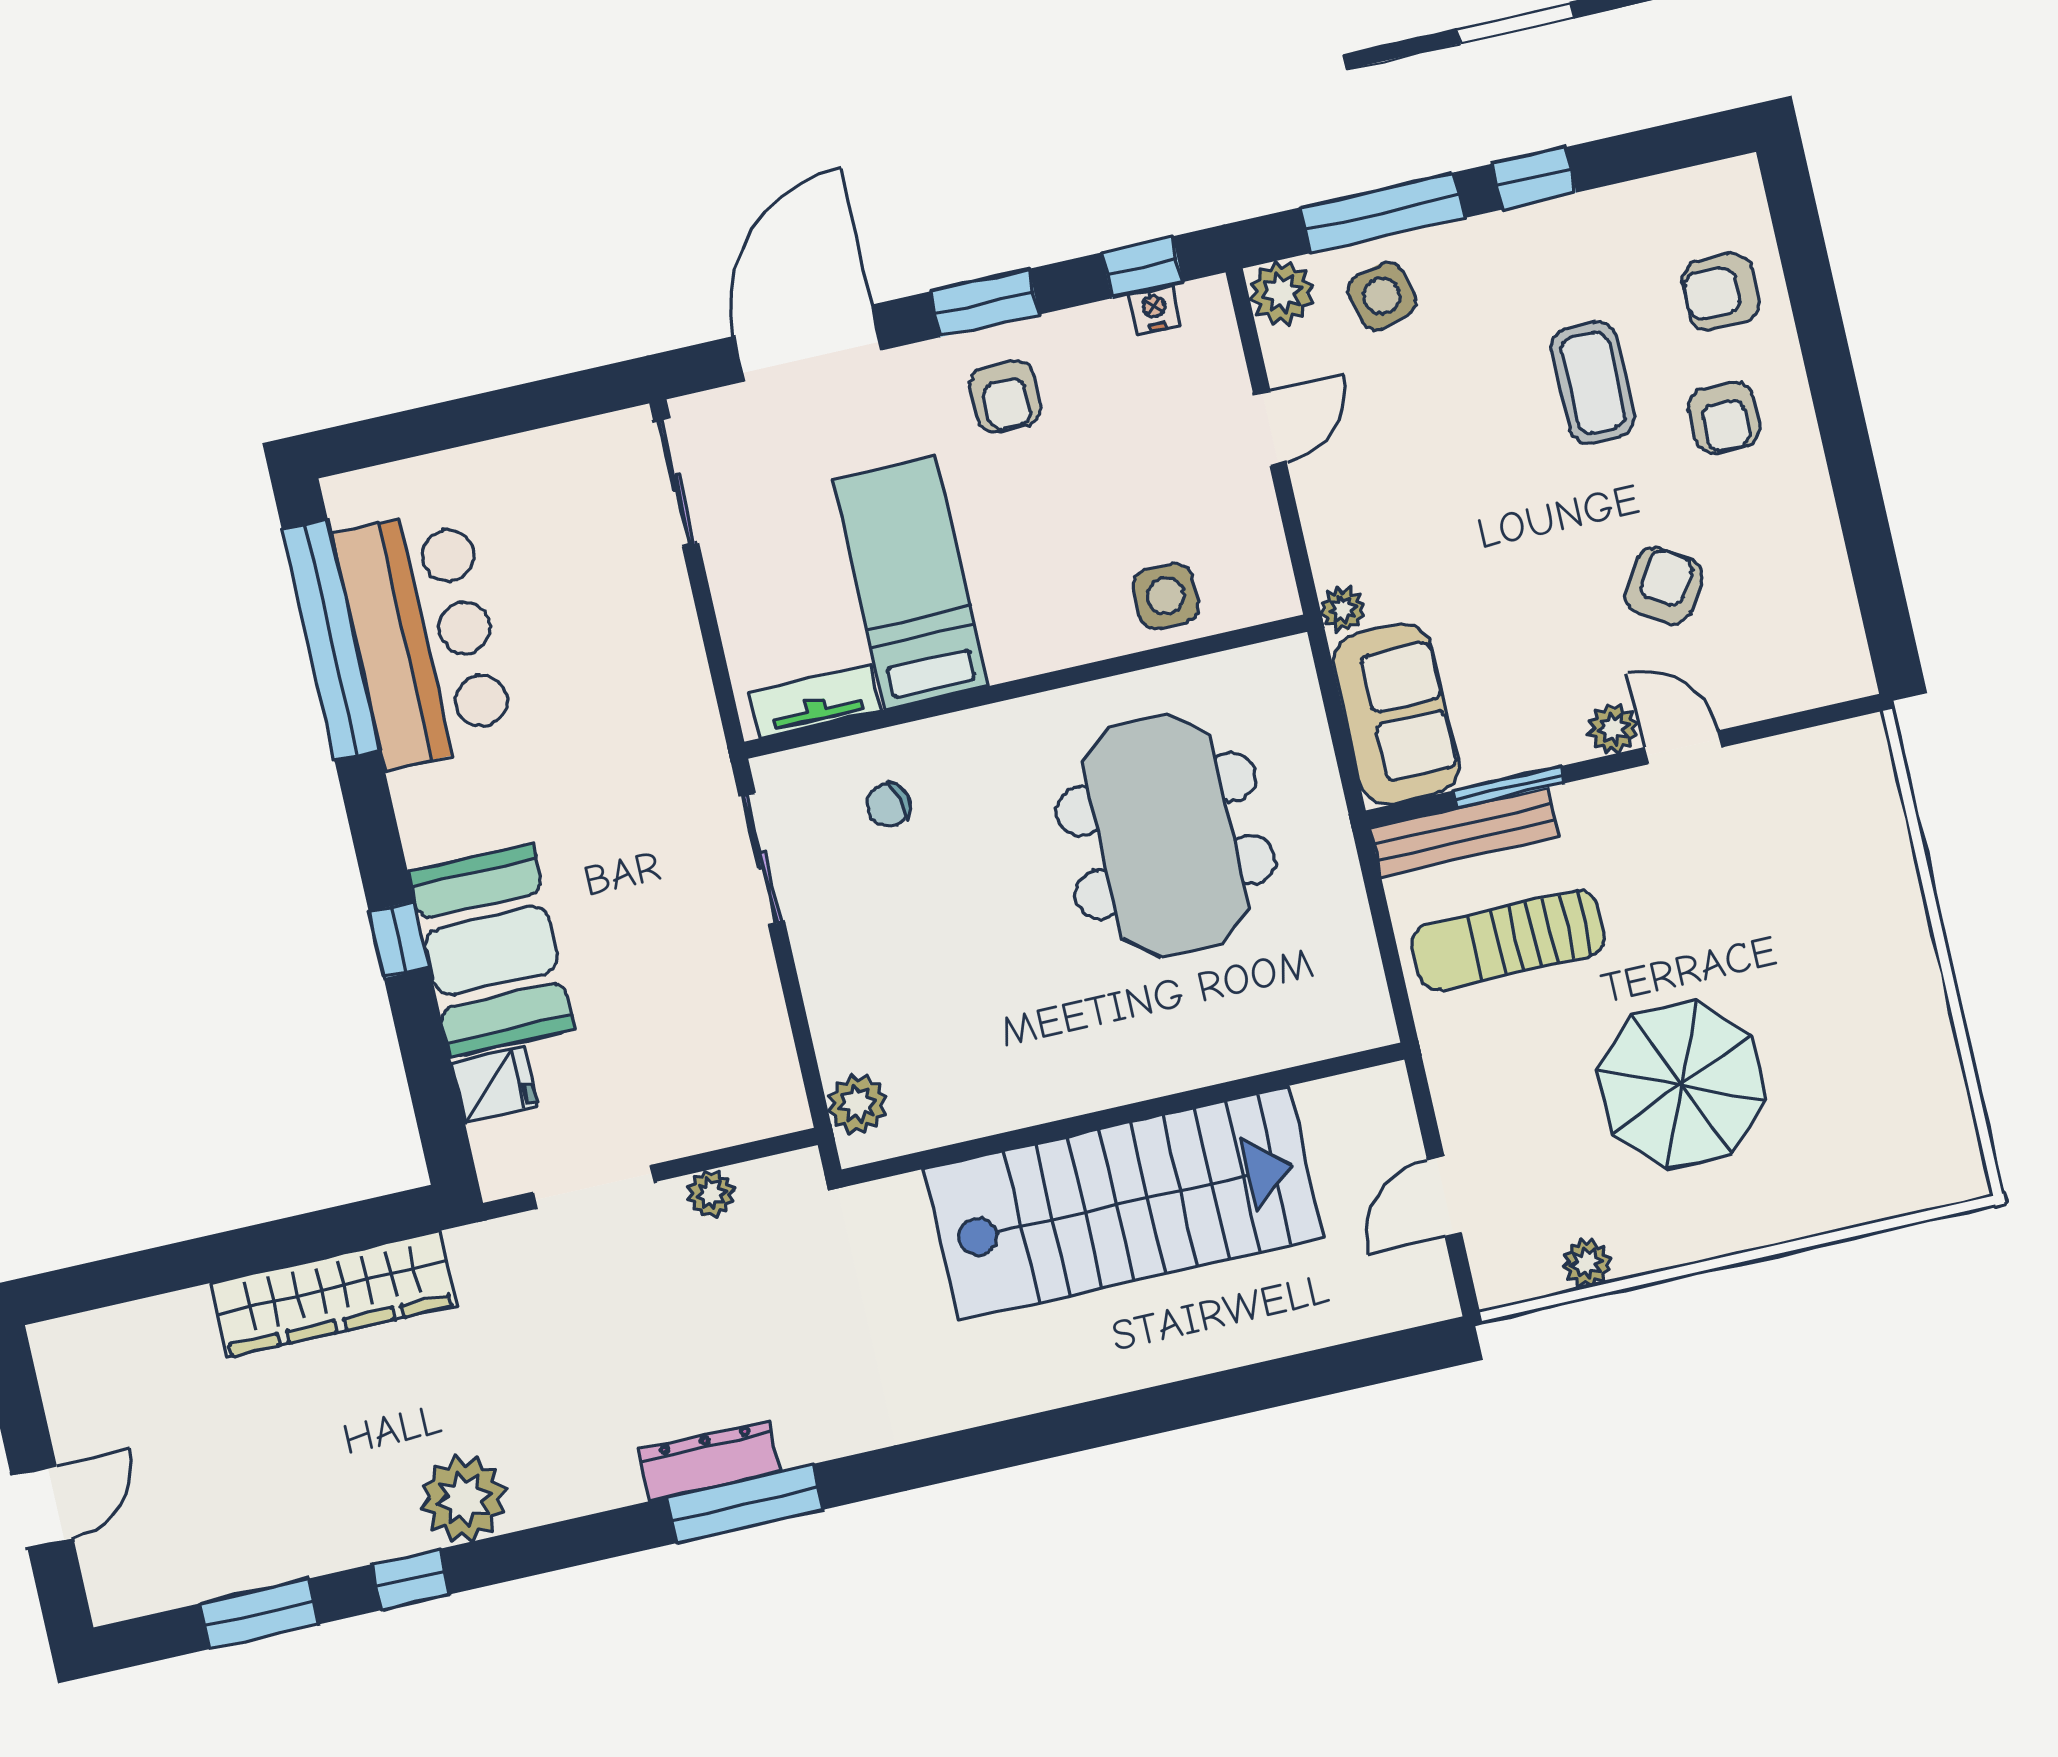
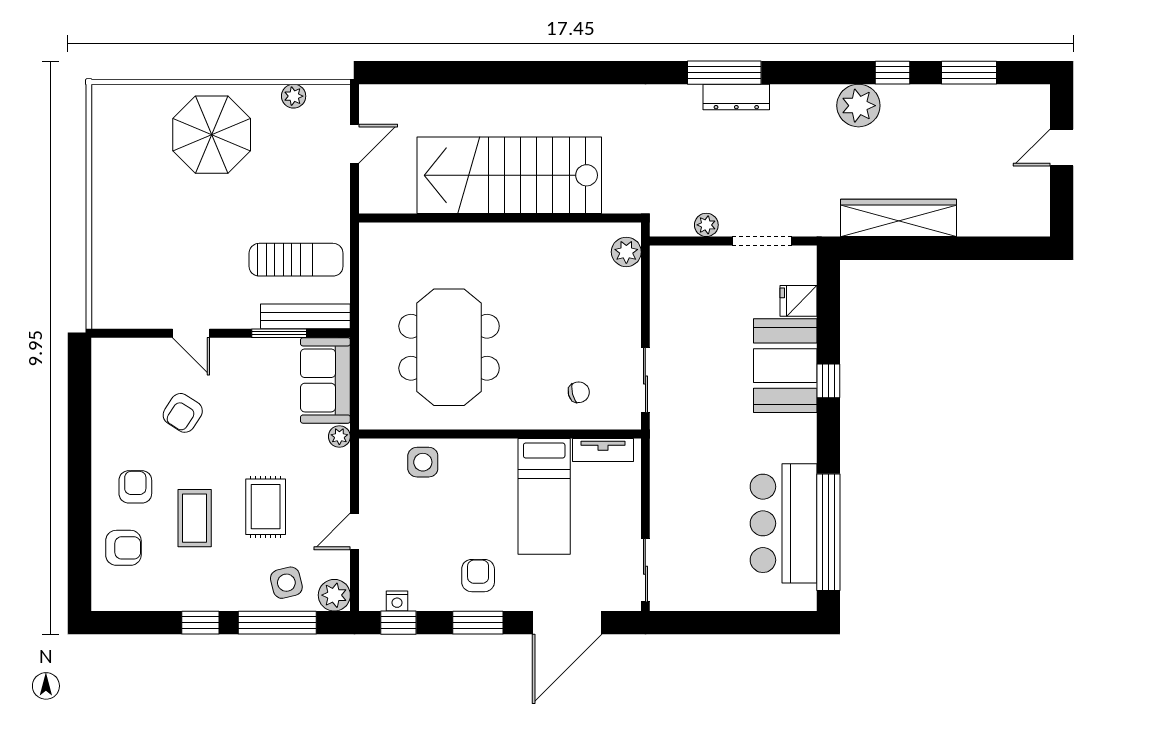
rug: (1457, 437) -> (266, 507), added
plant: (1613, 729) -> (223, 350), removed
parasol: (1682, 1085) -> (212, 135), moved

